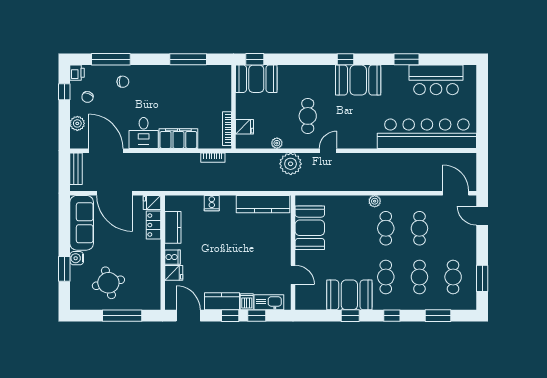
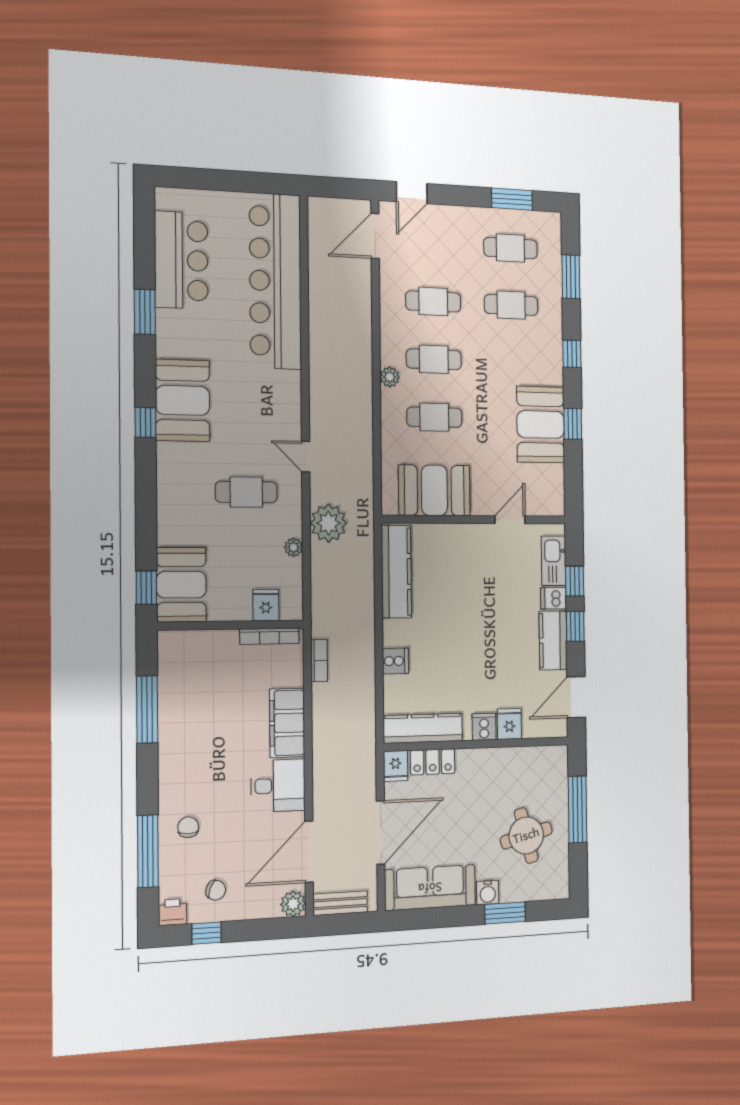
plant: (77, 123) -> (293, 904), moved
kitchen counter: (173, 227) -> (423, 728), width x1.50
cafe table: (386, 277) -> (434, 417), moved

